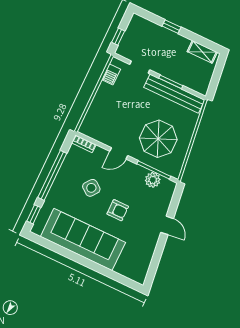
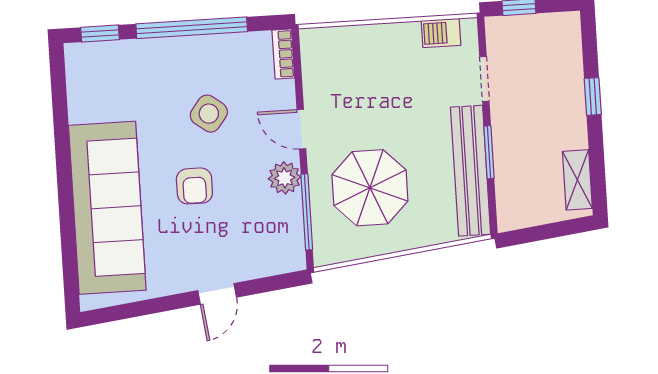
plant: (153, 180) -> (285, 178), moved
sofa: (83, 239) -> (107, 208), moved

